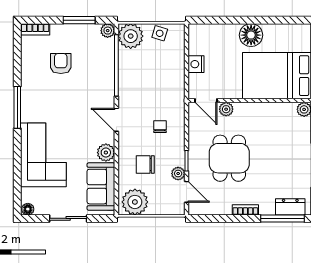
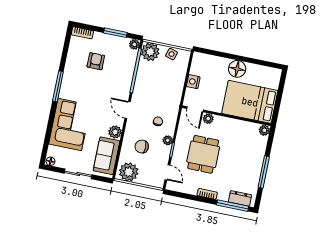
plant: (178, 174) -> (168, 140), moved

